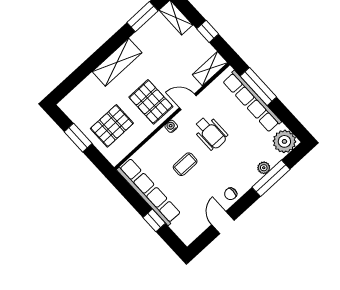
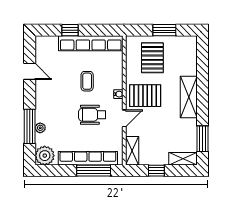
chair: (231, 194) -> (43, 93), removed

